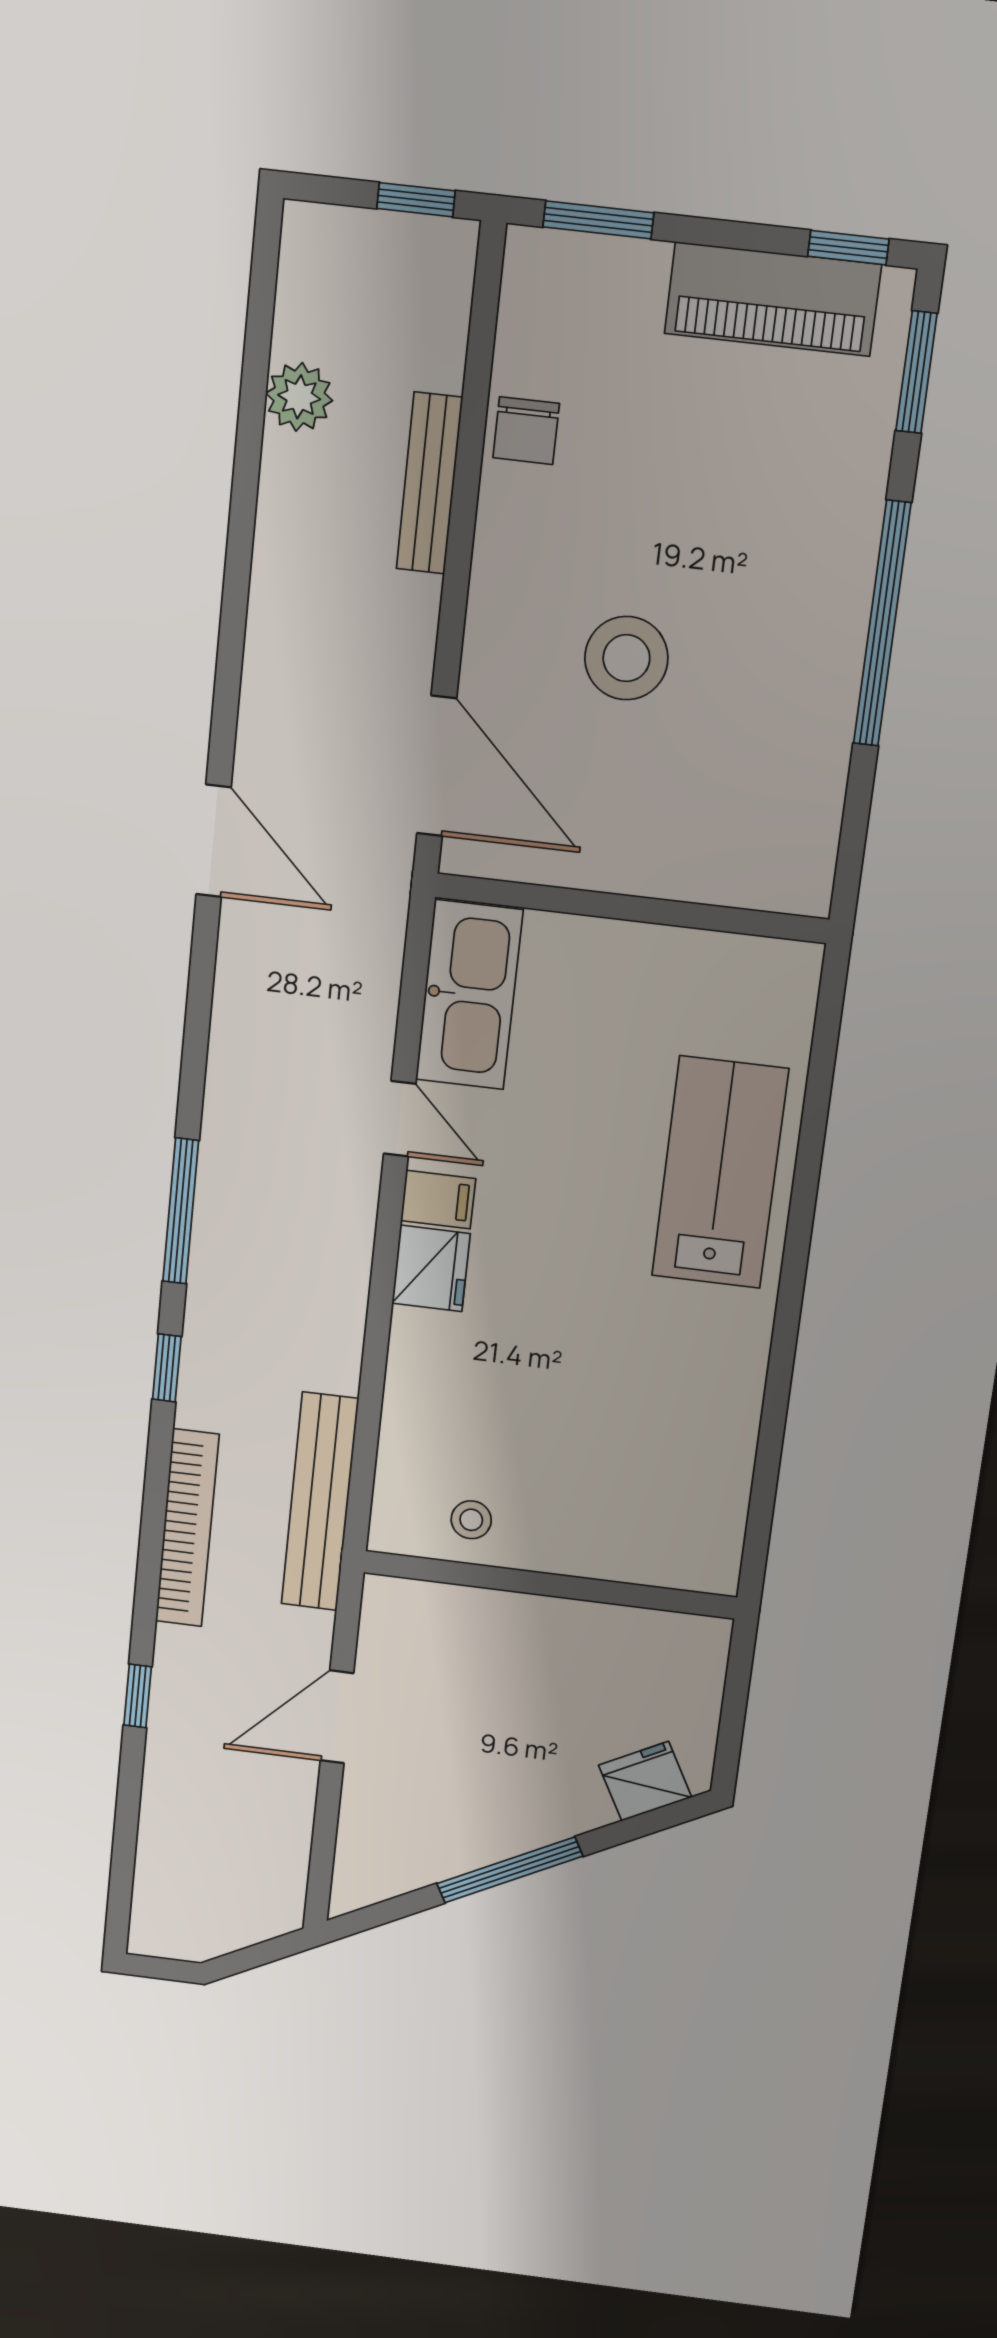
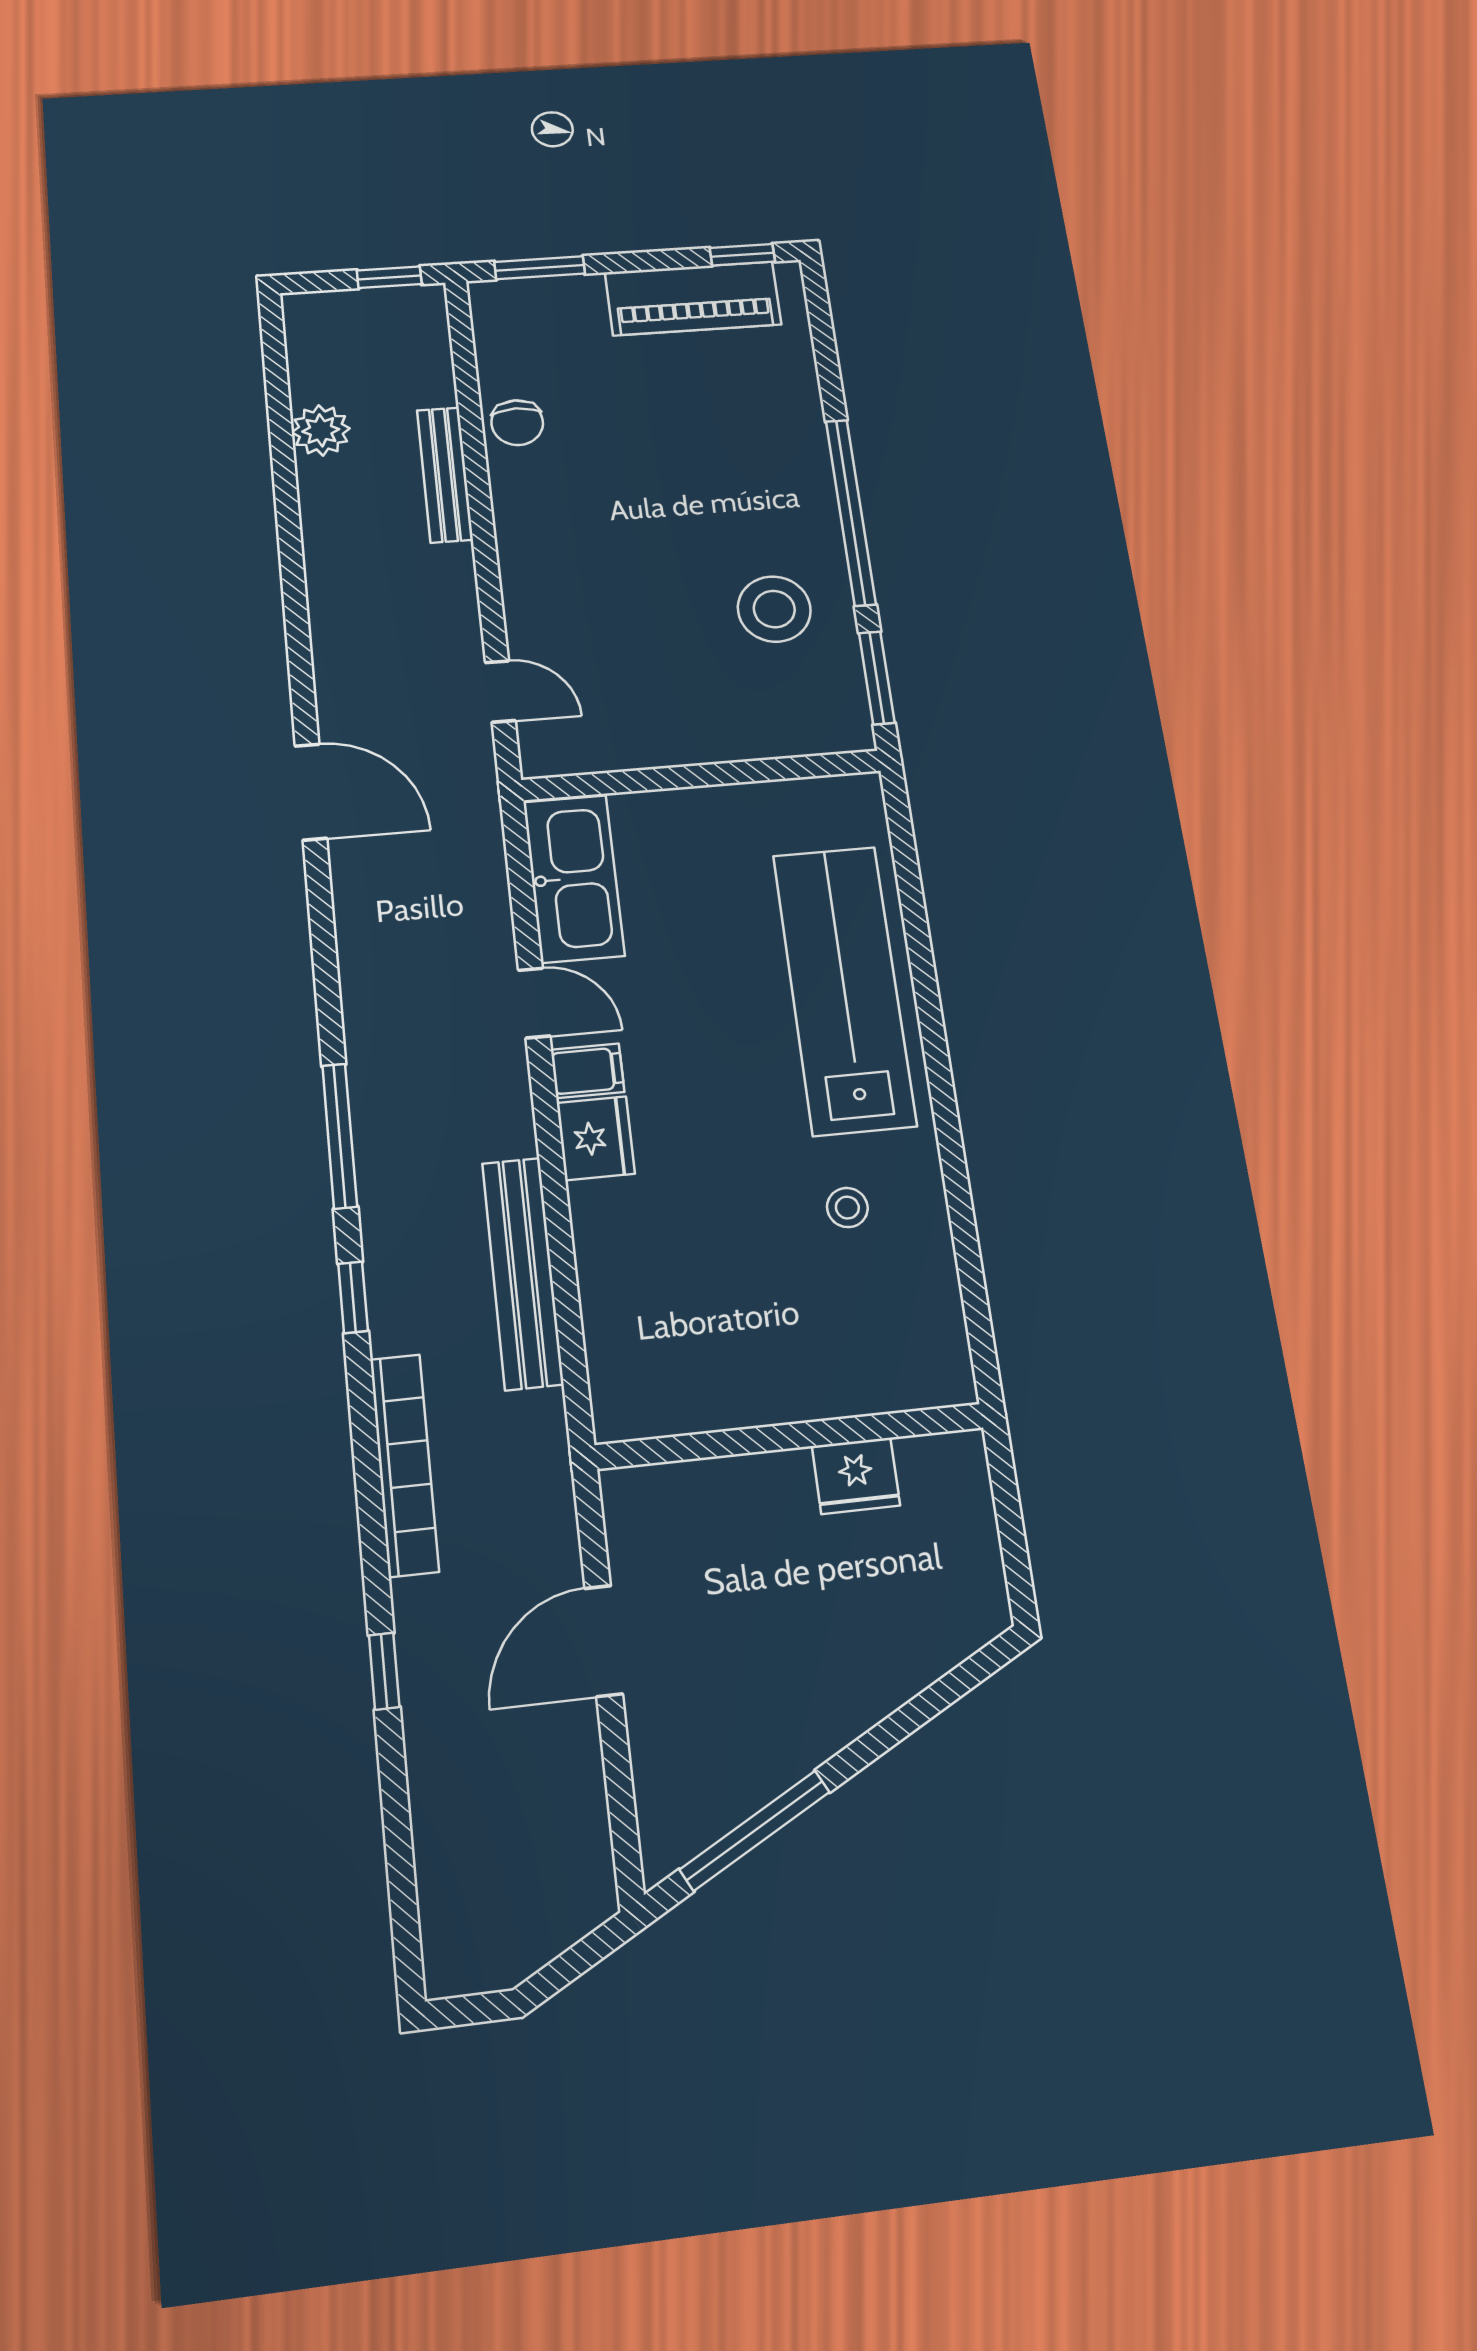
window: (917, 372) -> (877, 678), moved
stool: (626, 658) -> (774, 609), moved
door: (437, 766) -> (500, 692), width x0.53
lab bench: (720, 1173) -> (844, 989), width x1.36
bench: (320, 1502) -> (523, 1273), moved
stool: (471, 1520) -> (847, 1208), moved
fridge: (645, 1781) -> (856, 1476), moved, turned -152
window: (510, 1870) -> (755, 1831), moved

